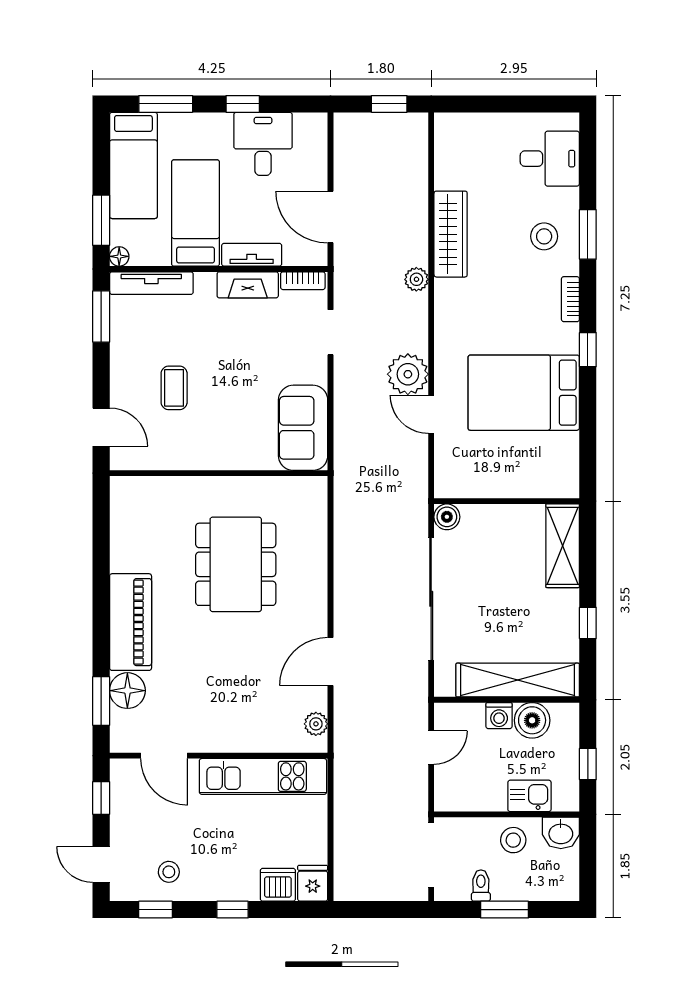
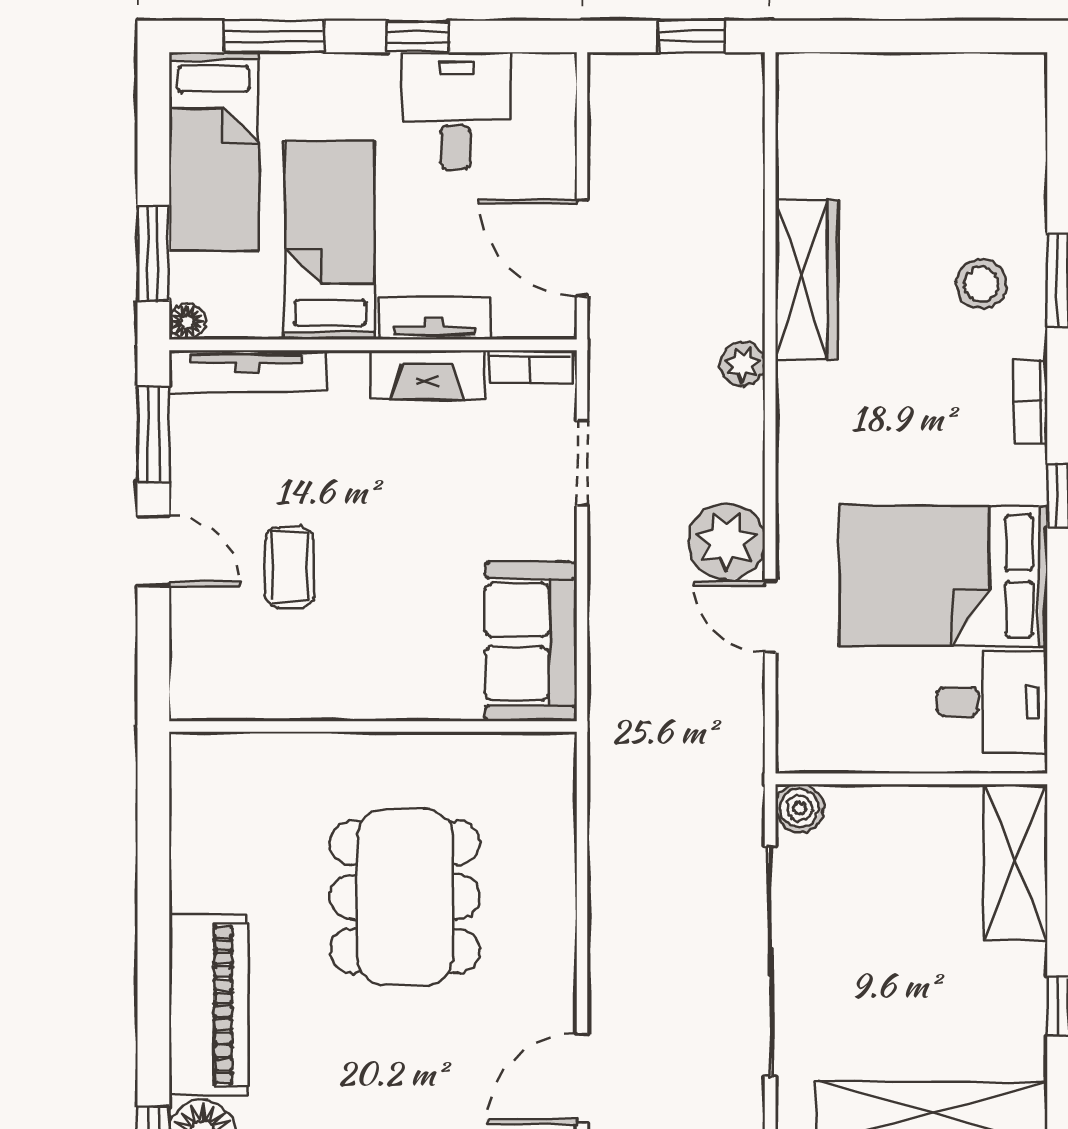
desk: (550, 159) -> (992, 702), moved
door: (101, 427) -> (153, 551), moved

